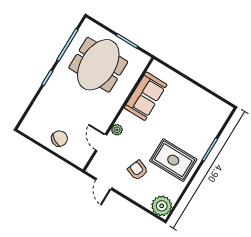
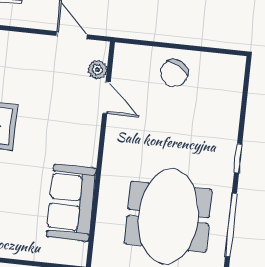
plant: (117, 130) -> (97, 70), moved
armchair: (138, 170) -> (29, 82), removed

